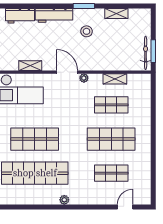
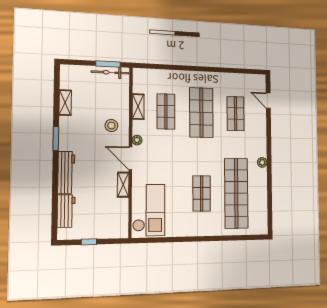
stool: (87, 31) -> (111, 126), moved
shelving: (30, 66) -> (123, 185), moved
door: (67, 72) -> (130, 158), hinge flipped
shop shelf: (35, 139) -> (202, 193), width x0.70, depth x0.74

